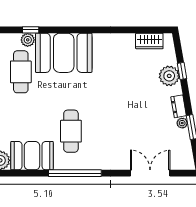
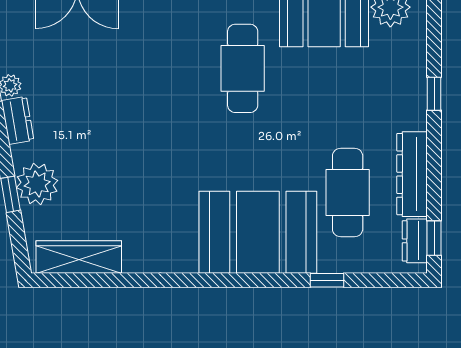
plant: (28, 40) -> (333, 259), removed
wardrobe: (149, 41) -> (79, 257), width x1.50

